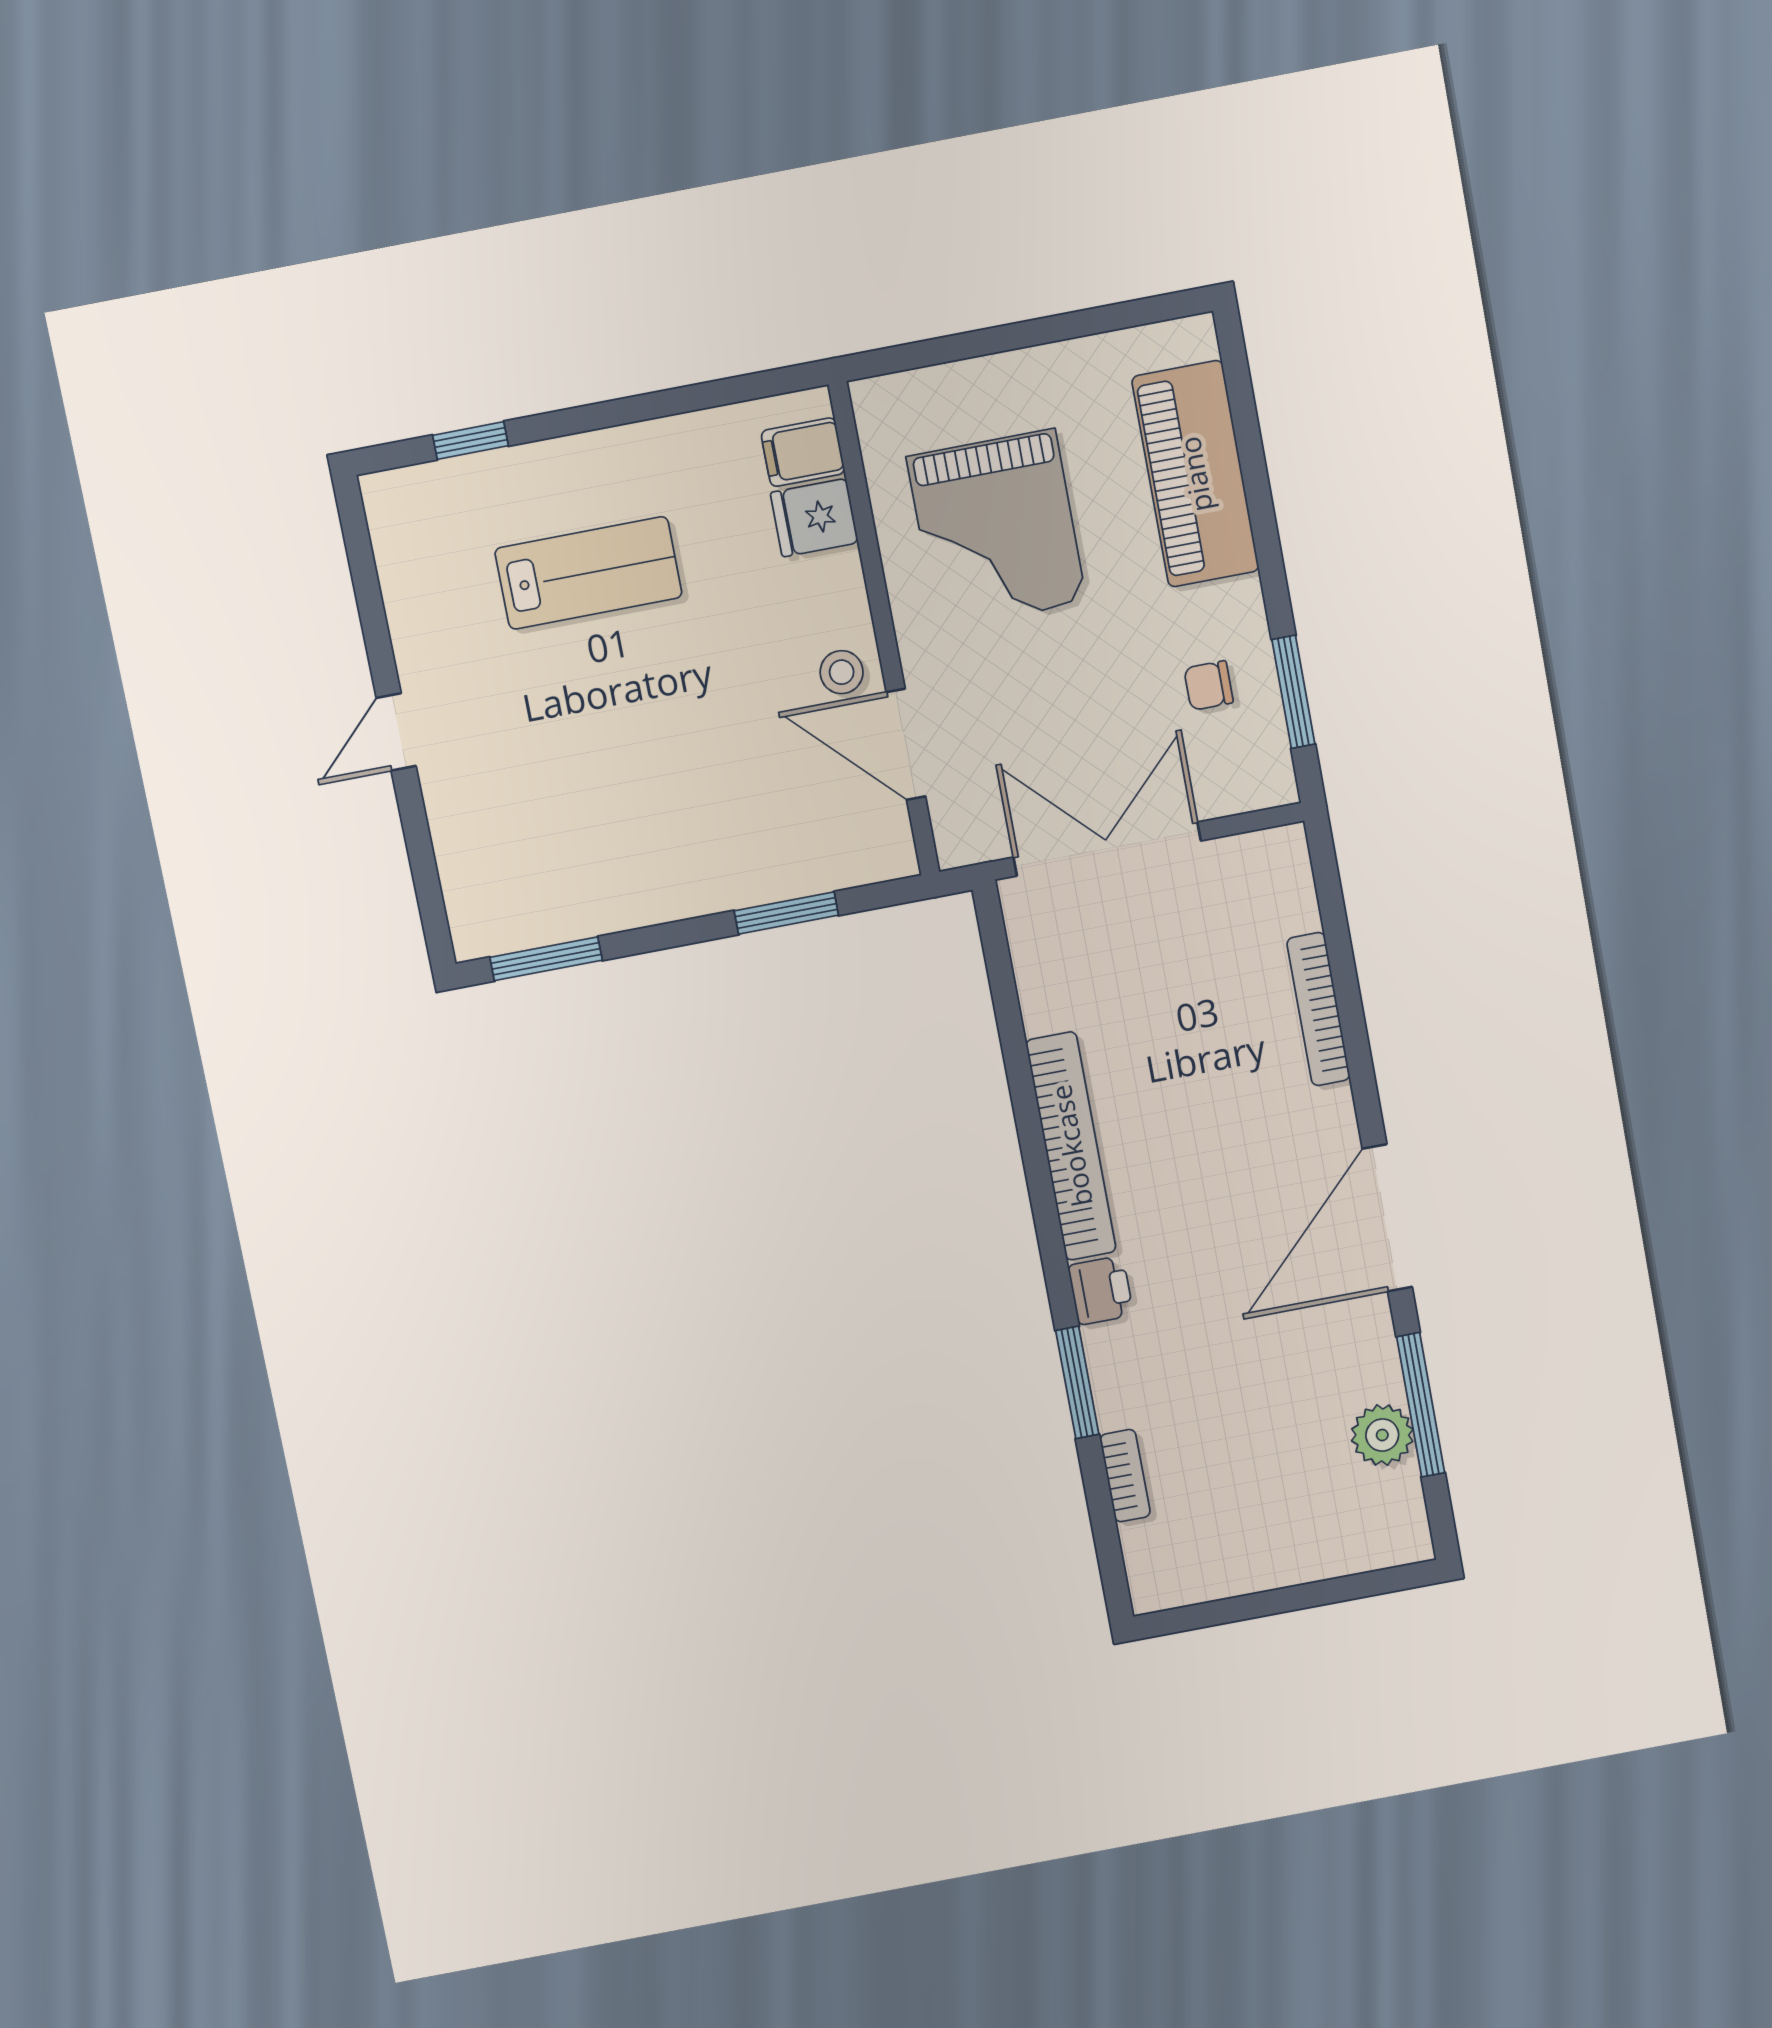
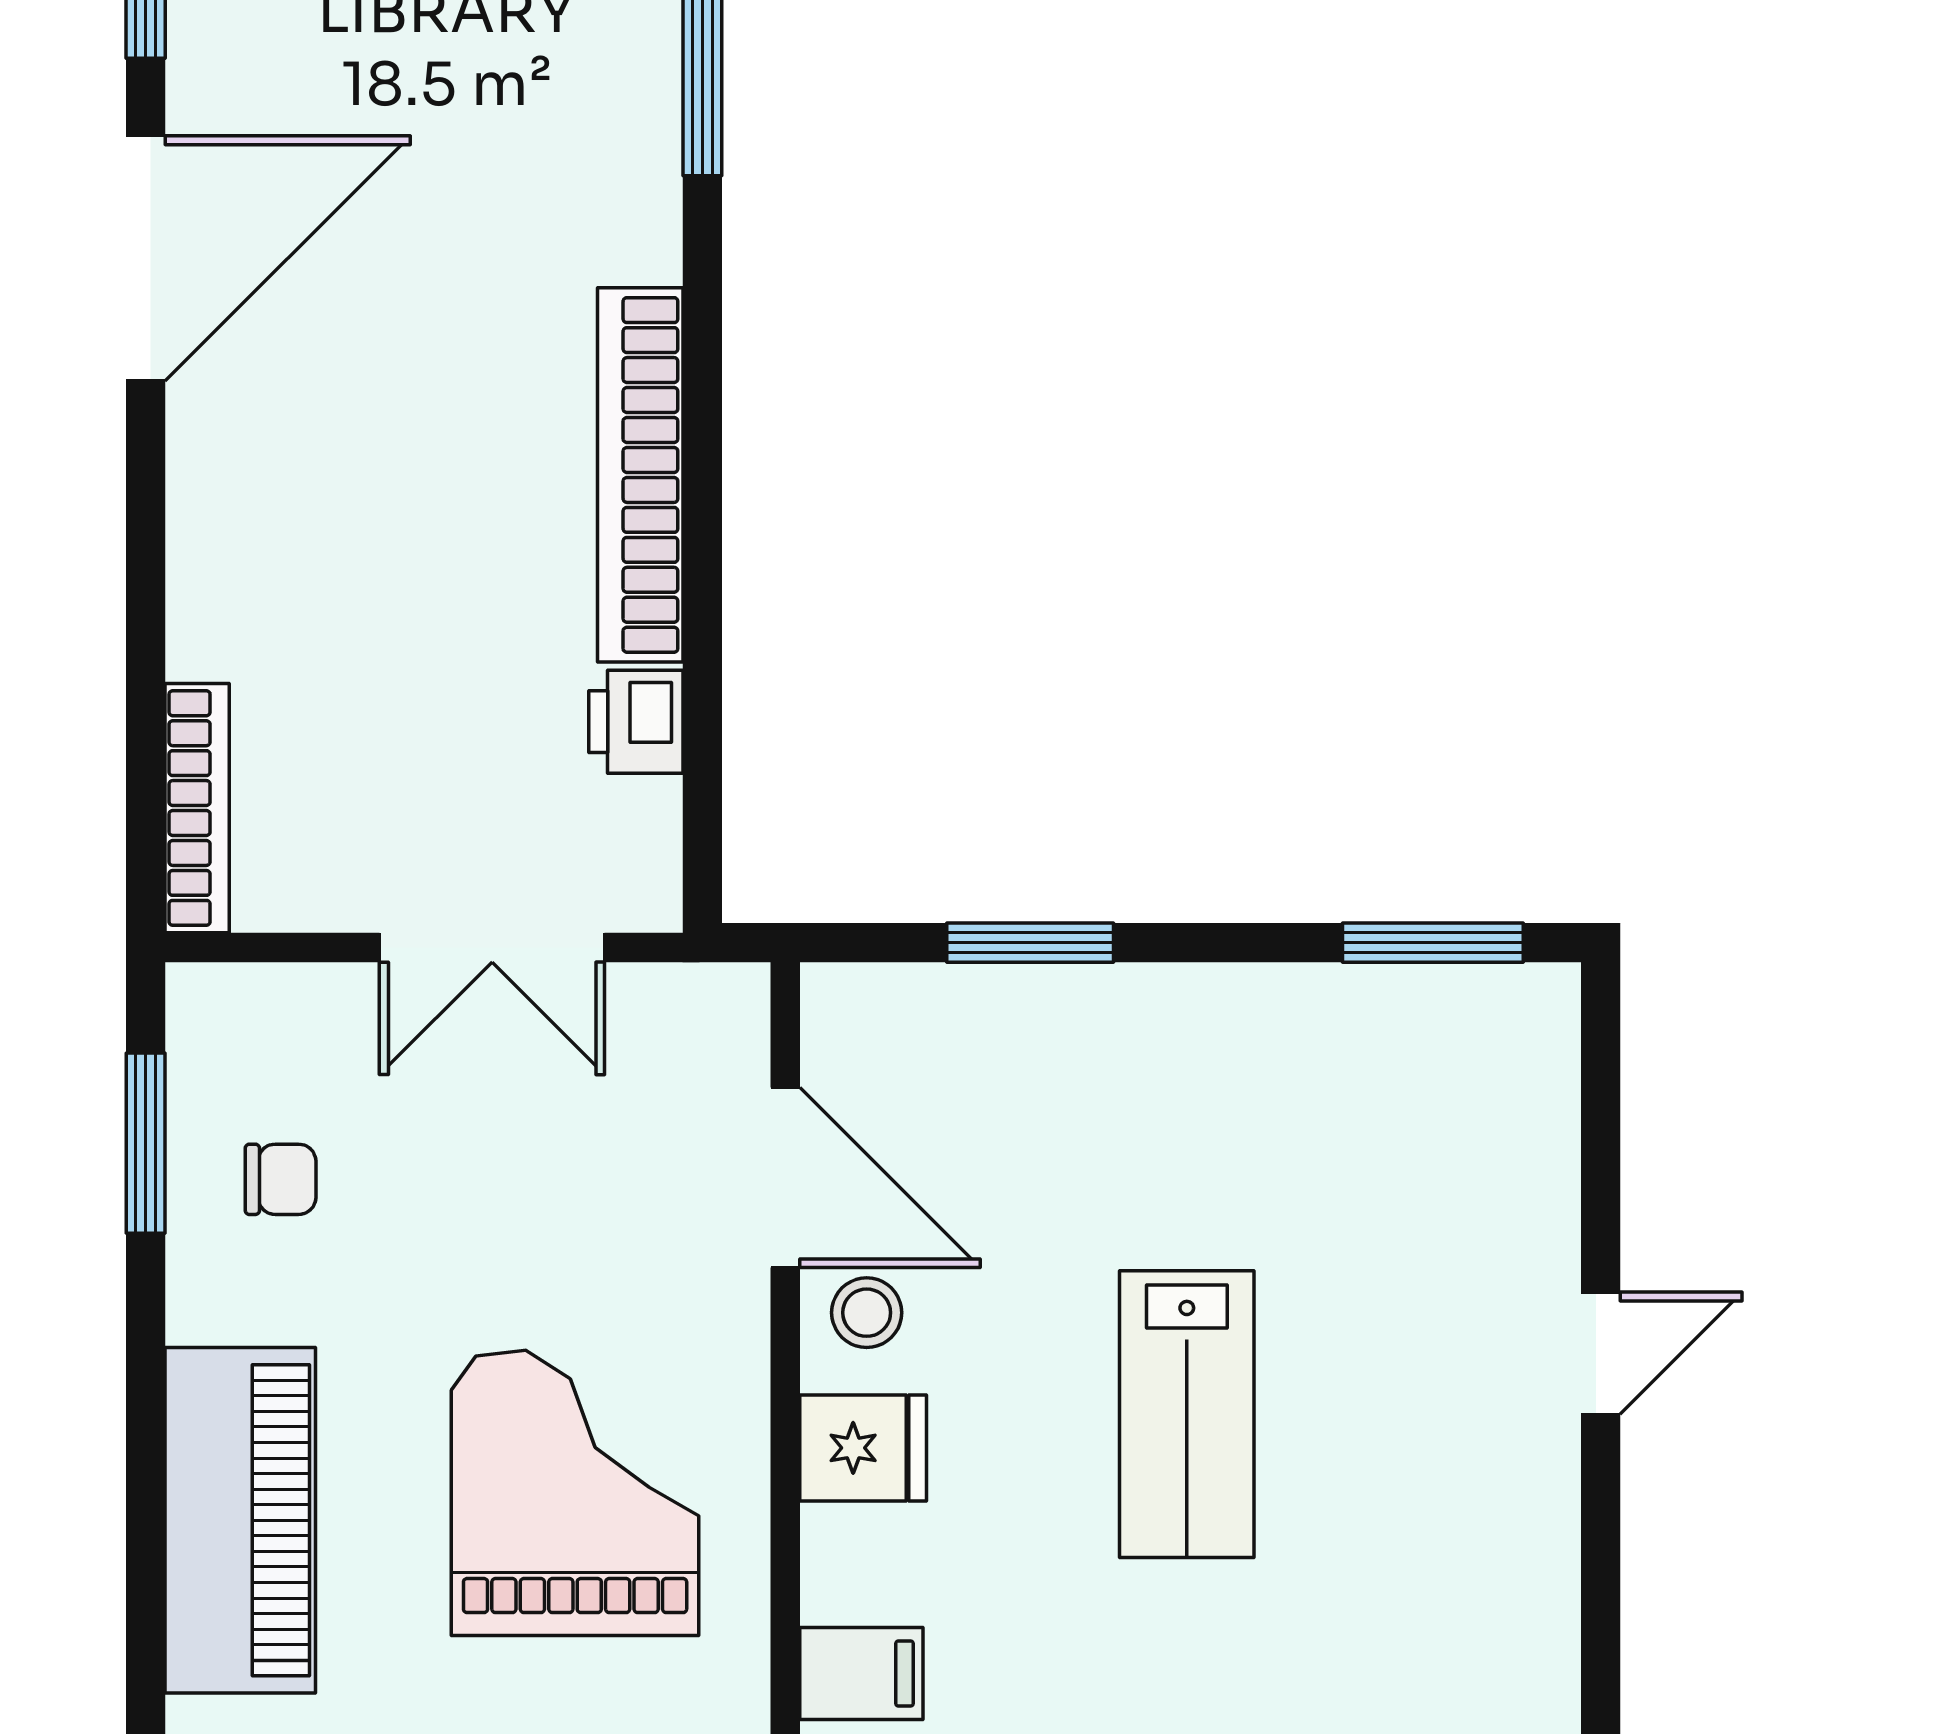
fridge: (814, 518) -> (863, 1448), moved
lab bench: (588, 573) -> (1187, 1414), moved, turned -90
double door: (1107, 849) -> (492, 947), width x0.73
bookcase: (1318, 1009) -> (197, 808), moved
printer: (1101, 1290) -> (636, 722), moved

